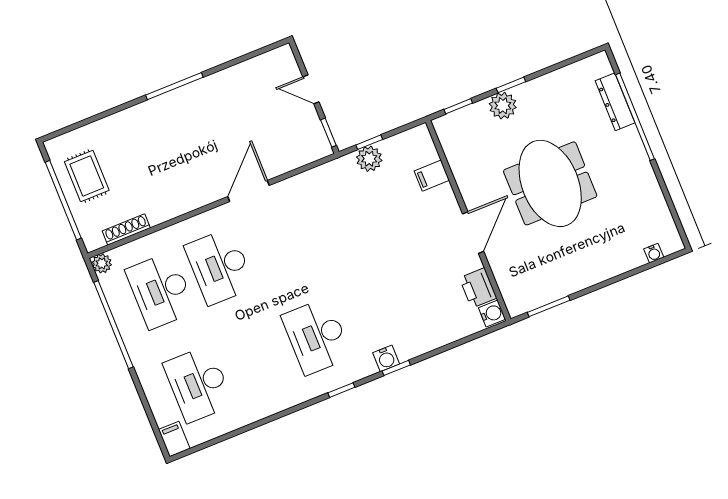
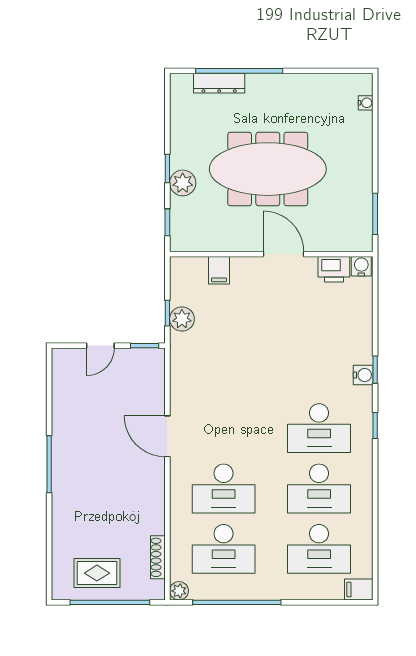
meeting table: (550, 183) -> (268, 169), width x1.36
desk: (257, 360) -> (319, 489), added

